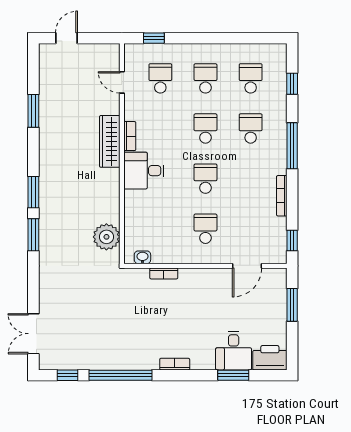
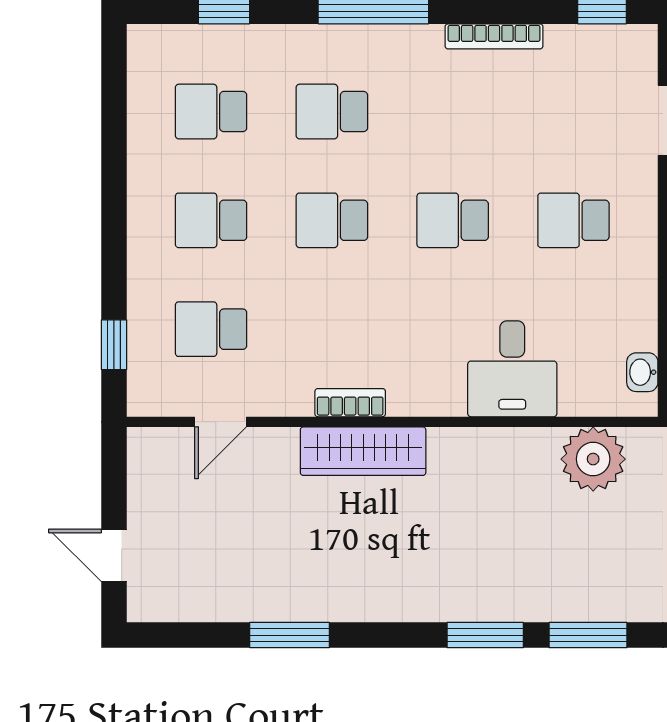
desk: (144, 171) -> (512, 369), moved

